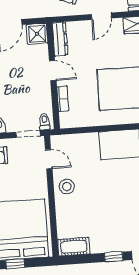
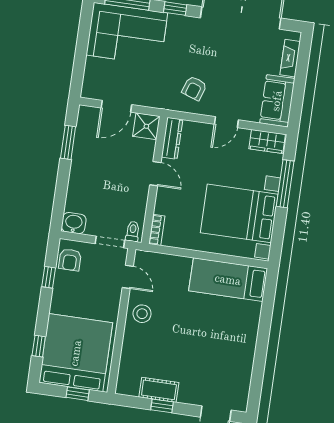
bookcase: (63, 99) -> (157, 230), moved
cot: (74, 247) -> (159, 390), moved
window: (114, 257) -> (162, 406), moved
window: (15, 264) -> (78, 394), moved

